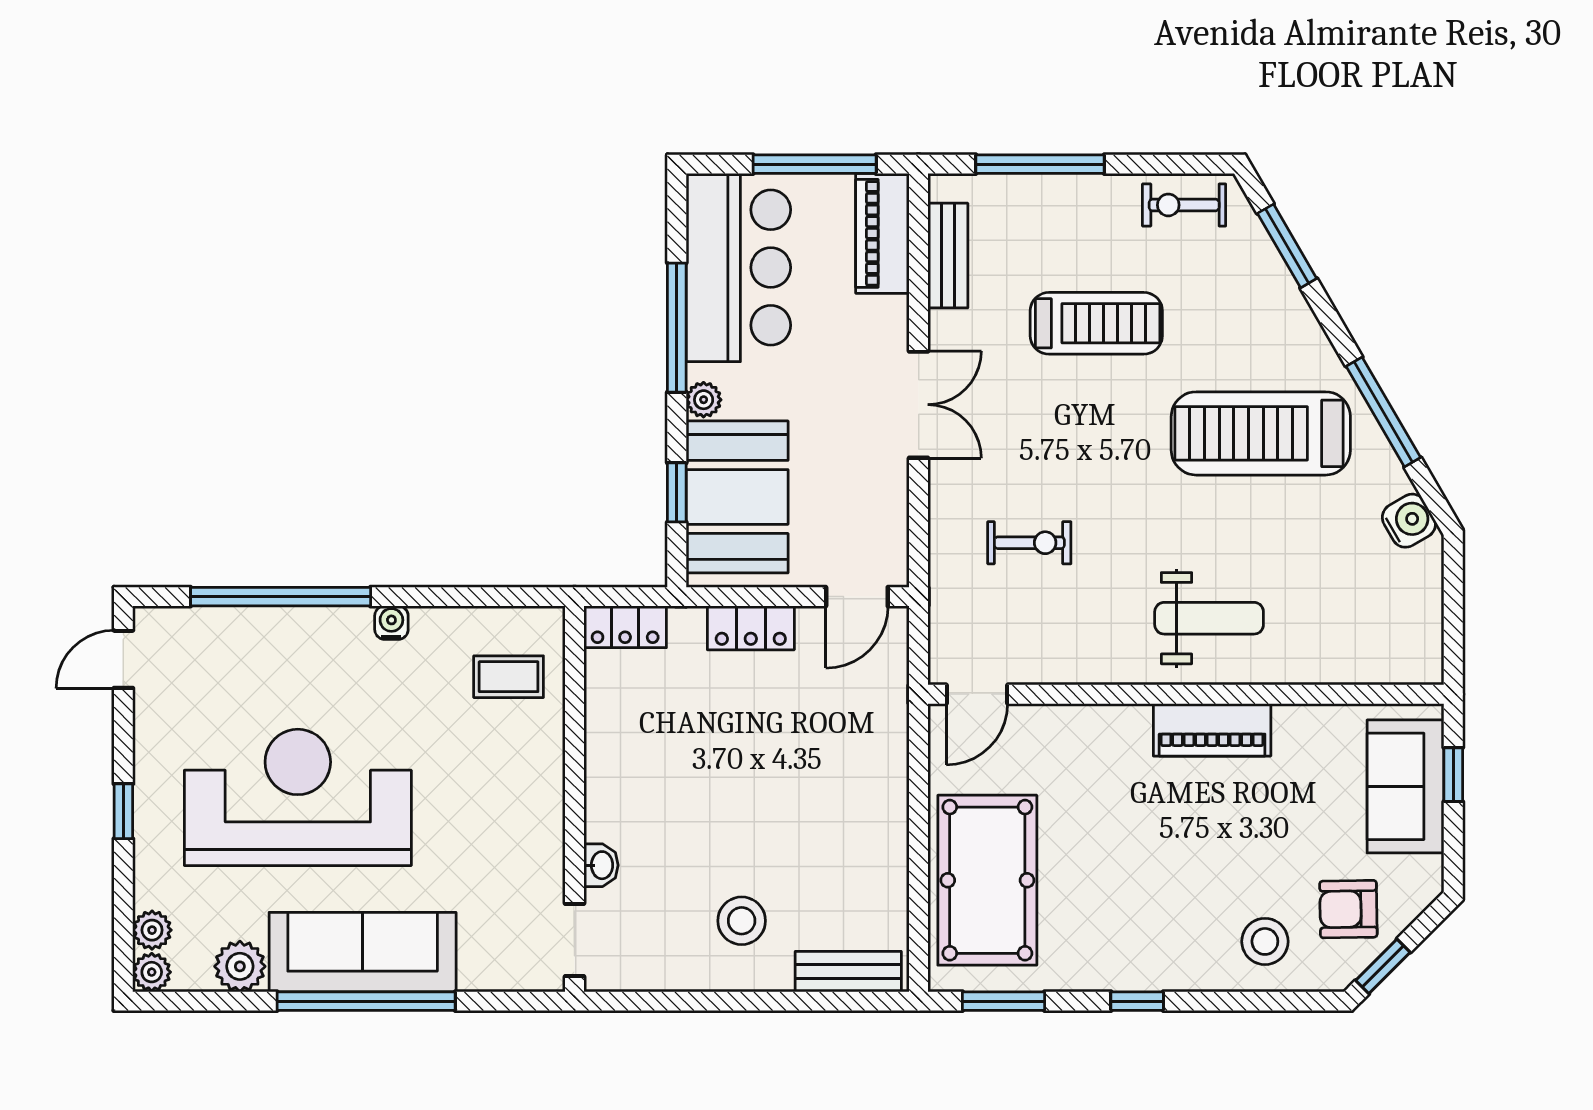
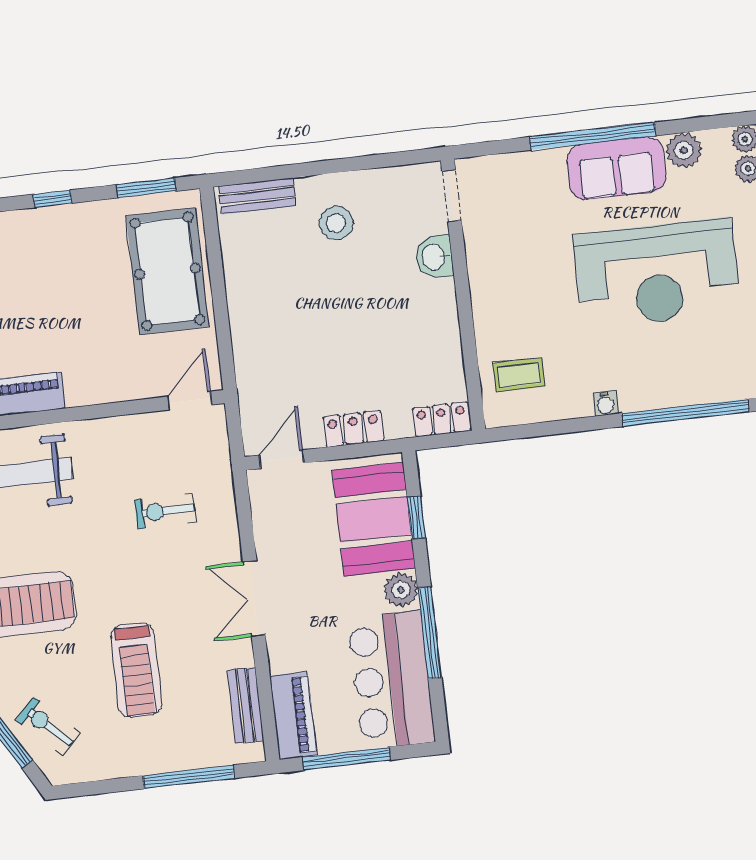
exercise bike: (1184, 205) -> (48, 726), moved, turned -136
treadmill: (1096, 323) -> (136, 670), turned -90
plant: (704, 400) -> (401, 590), width x1.38, depth x1.38
washbasin: (601, 865) -> (434, 257), width x1.38, depth x1.45
sofa: (363, 952) -> (616, 168), width x0.73

